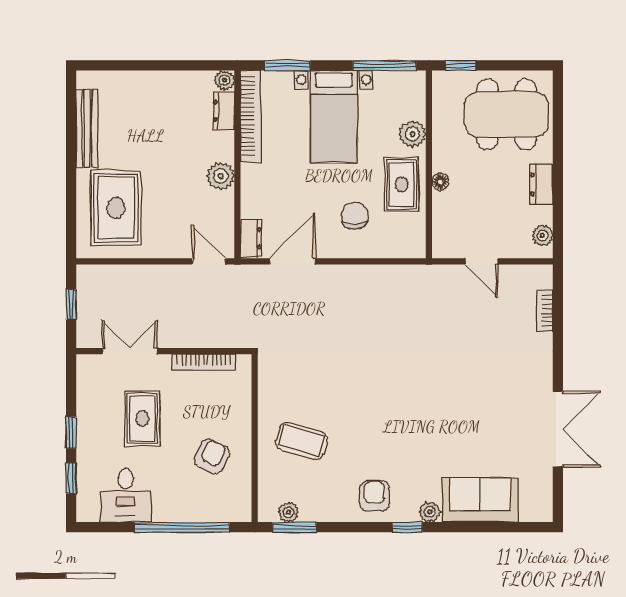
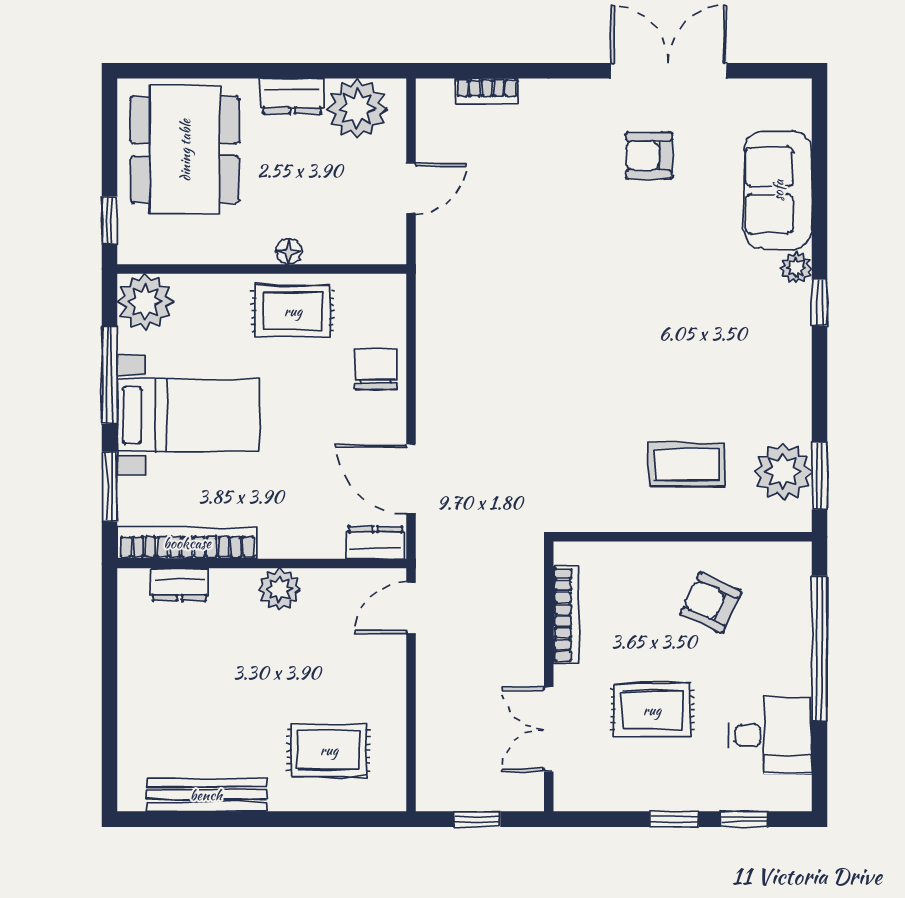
window: (384, 65) -> (109, 375), moved
plant: (225, 80) -> (132, 583), removed
plant: (413, 134) -> (145, 302), moved, width x1.36, depth x1.36
rug: (116, 208) -> (329, 750), width x0.73, depth x0.70
chair: (355, 216) -> (376, 369), moved, turned 90
plant: (542, 235) -> (357, 109), width x1.88, depth x1.88
coffee table: (302, 441) -> (687, 465), turned 73
armchair: (374, 496) -> (649, 156), moved
plant: (288, 512) -> (783, 471), width x1.88, depth x1.88

